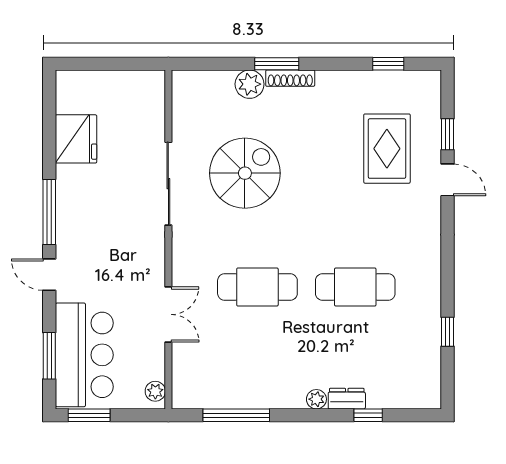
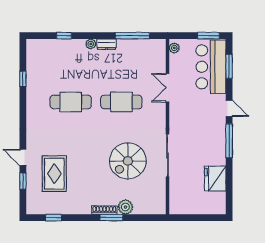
dresser: (347, 399) -> (106, 44), moved

